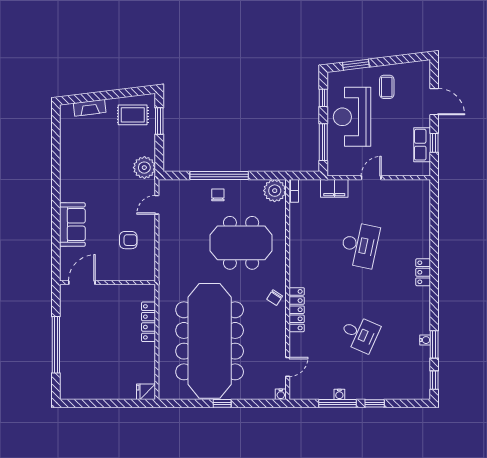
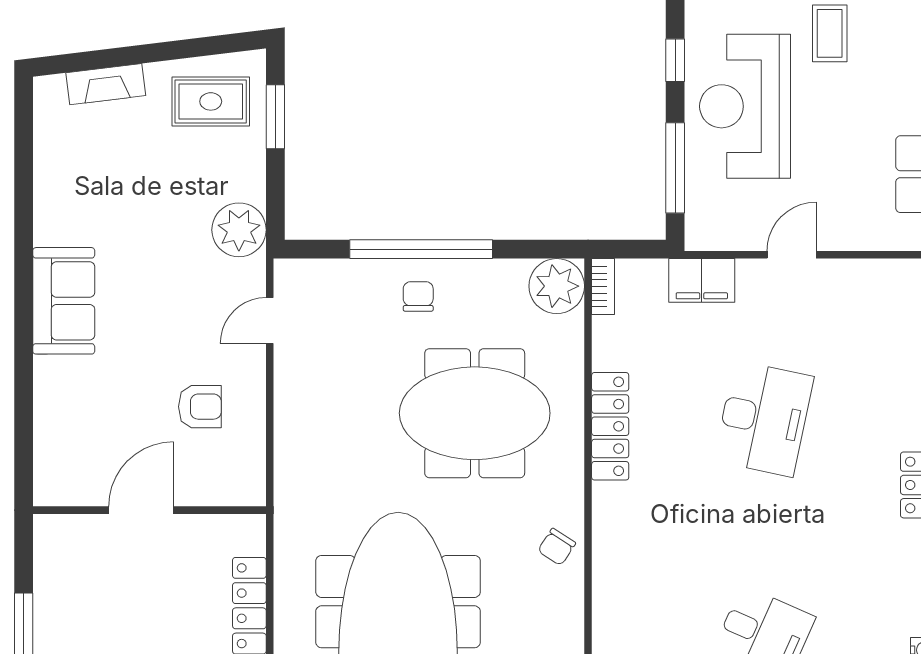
sofa: (72, 225) -> (64, 301), moved
door: (82, 283) -> (141, 510), moved
locker: (297, 310) -> (610, 426), moved

